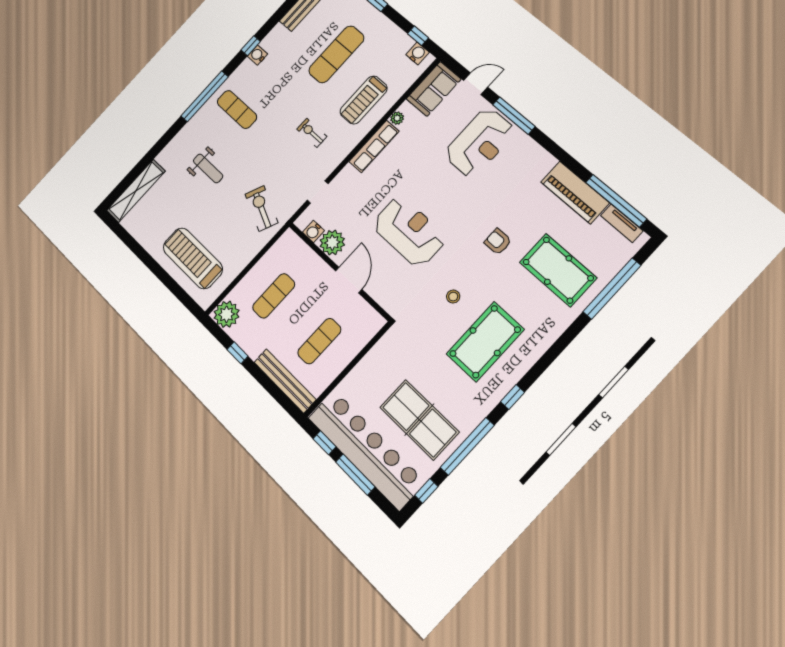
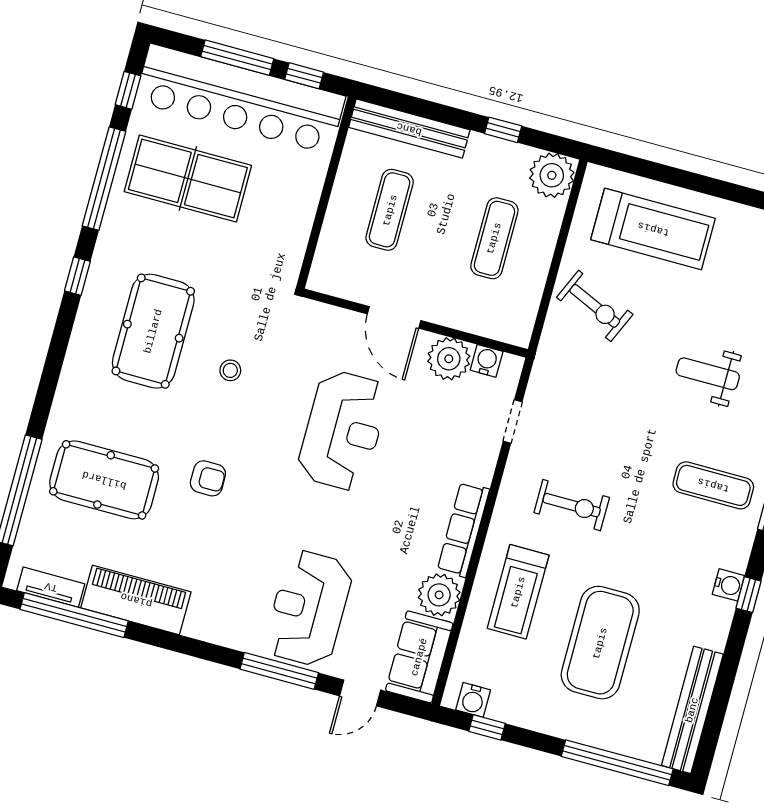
exercise mat: (336, 54) -> (600, 643), width x1.47
treadmill: (364, 100) -> (518, 592), turned 180
plant: (397, 118) -> (439, 595), width x1.87, depth x1.87
exercise bike: (312, 133) -> (572, 505), width x1.38, depth x1.39
exercise bike: (261, 208) -> (595, 306), moved
reception desk: (409, 232) -> (343, 431), turned -90

